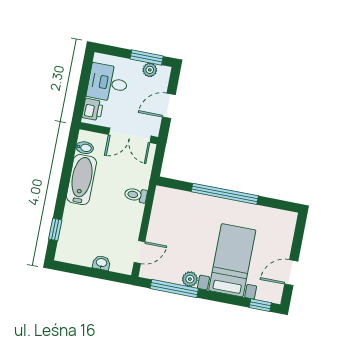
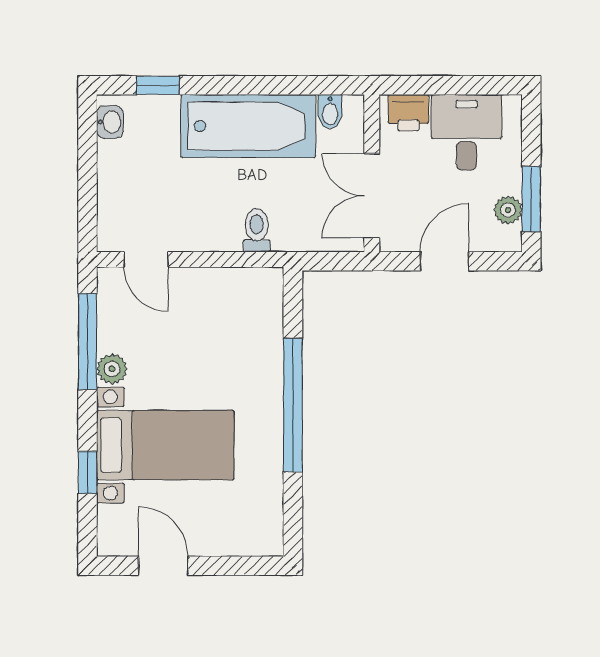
door: (169, 106) -> (444, 261), hinge flipped
bathtub: (81, 180) -> (248, 126), width x1.36, depth x1.36
washbasin: (101, 263) -> (110, 122), moved
window: (260, 305) -> (87, 473), moved

